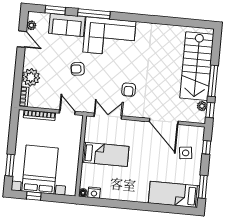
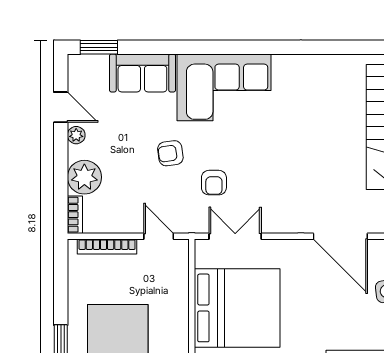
window: (55, 10) -> (99, 47), moved
window: (94, 14) -> (191, 47), removed
plant: (31, 25) -> (76, 135), moved
armchair: (129, 90) -> (214, 183), moved
bed: (105, 154) -> (237, 308), width x2.04

